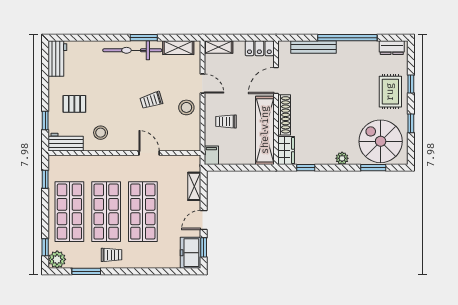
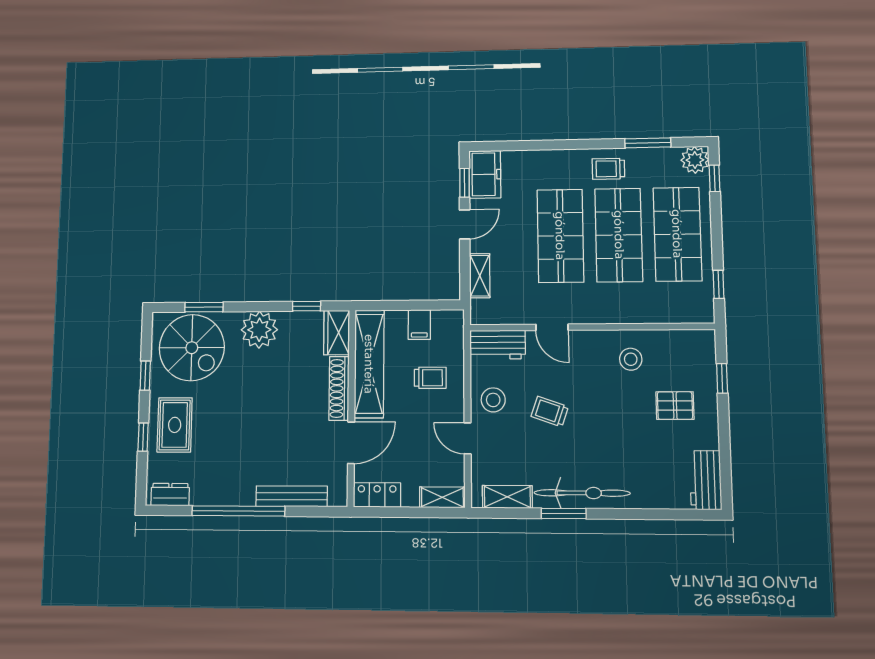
trolley: (151, 100) -> (550, 411), turned -144
workbench: (66, 142) -> (498, 345), moved
filing cabinet: (211, 155) -> (419, 325), moved
plant: (342, 158) -> (259, 330), width x1.88, depth x1.88

